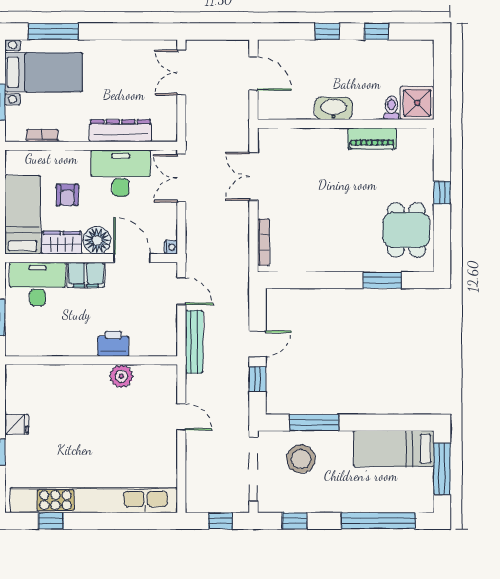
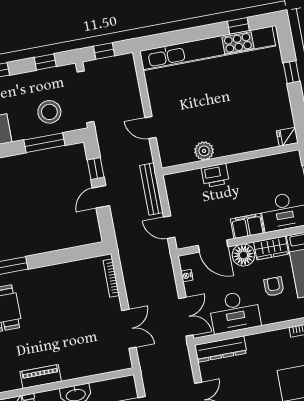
dresser: (121, 131) -> (221, 349), moved
nightstand: (171, 247) -> (187, 276), moved
fridge: (17, 424) -> (287, 137), moved

